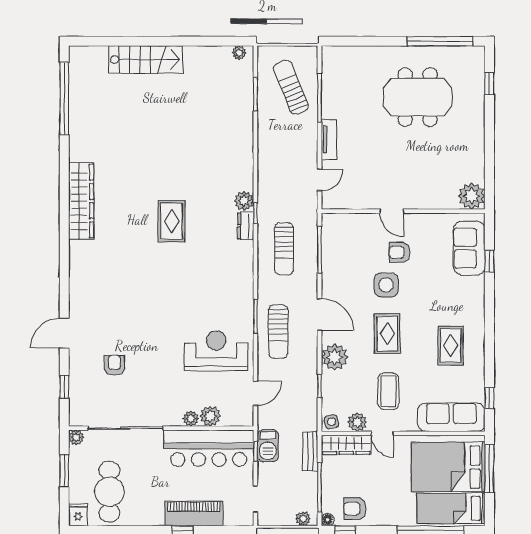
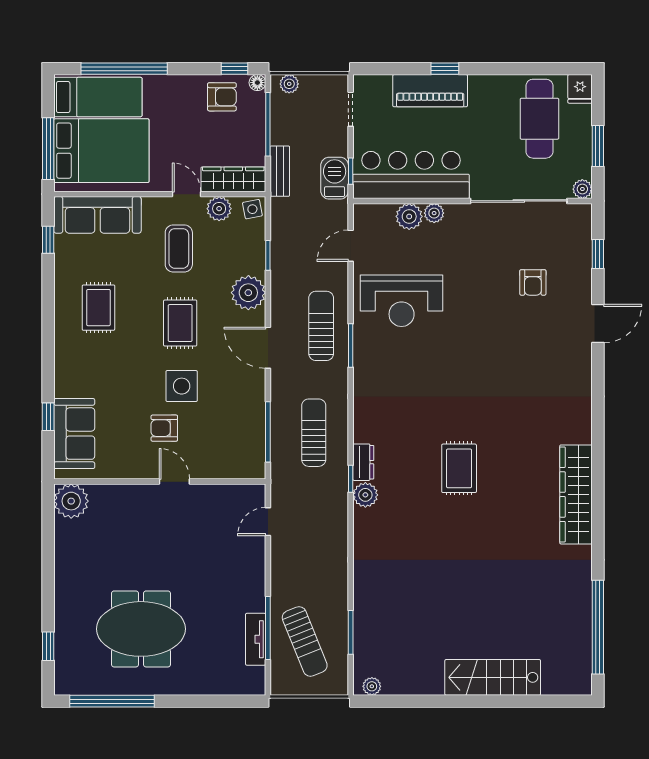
tv unit: (329, 140) -> (256, 639), moved
armchair: (400, 252) -> (164, 428), turned 180

